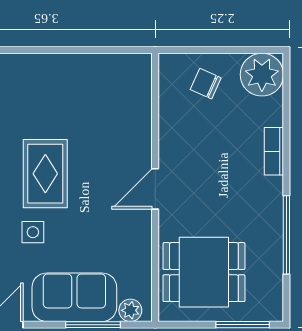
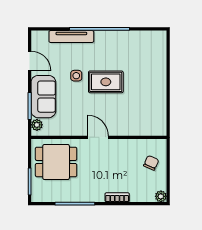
plant: (262, 75) -> (161, 196), width x0.53, depth x0.53
dining table: (204, 272) -> (56, 162), turned 90

